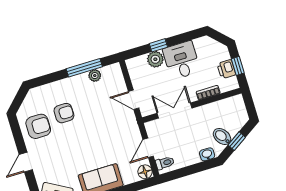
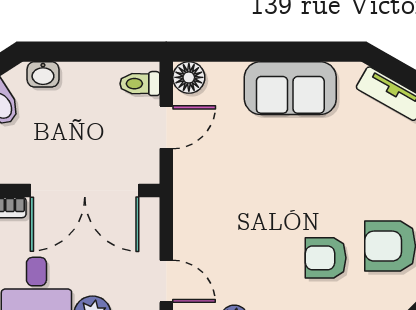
door: (134, 100) -> (166, 281), moved
double door: (175, 111) -> (85, 190), width x1.37

